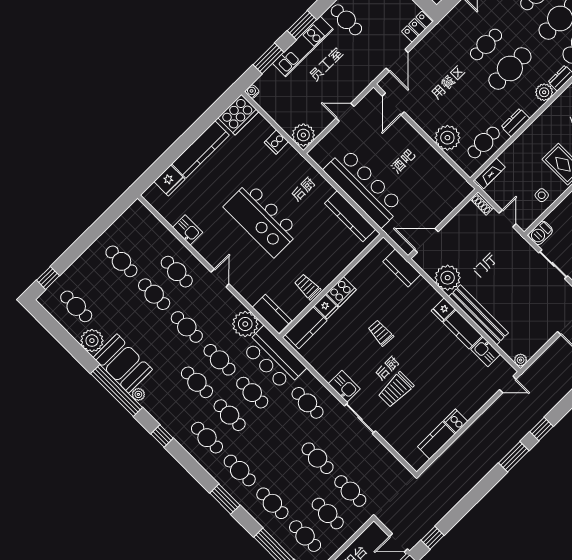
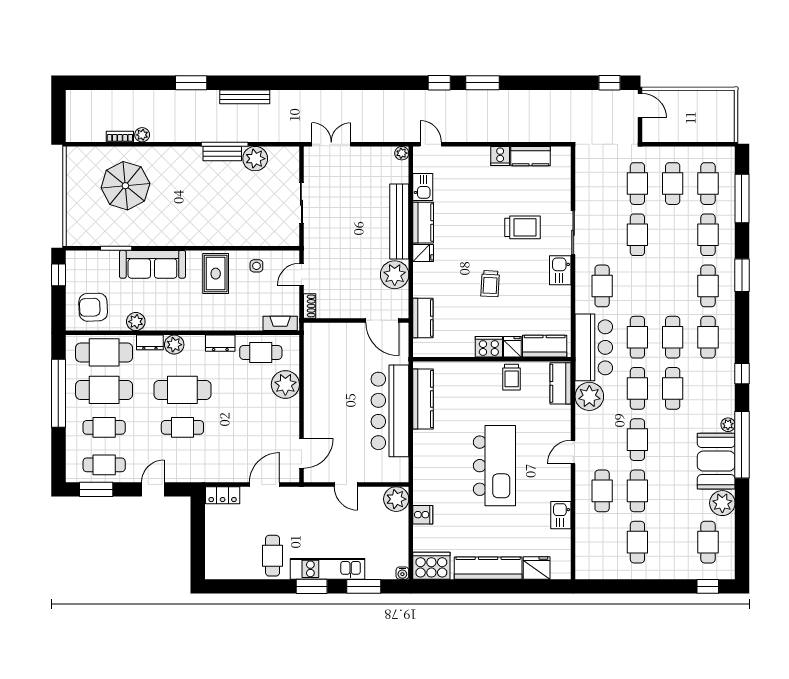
barbecue: (541, 233) -> (287, 237), removed

